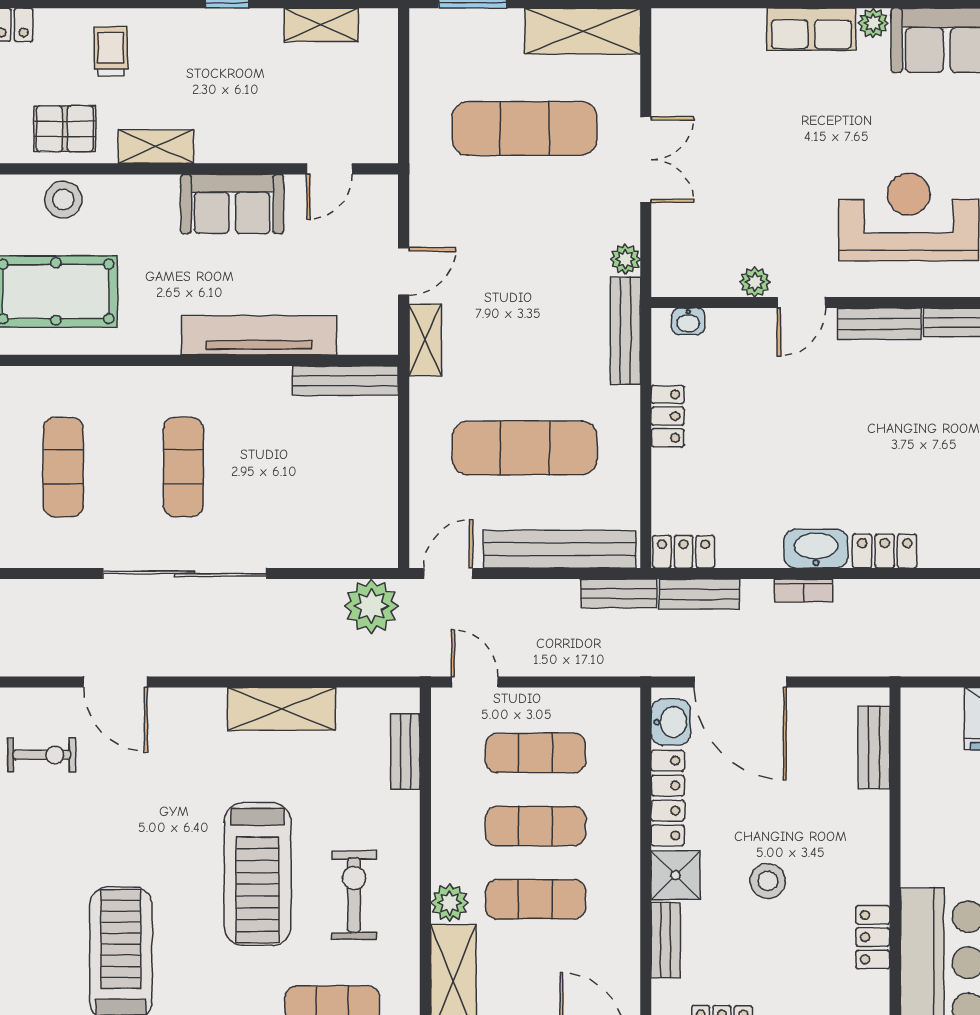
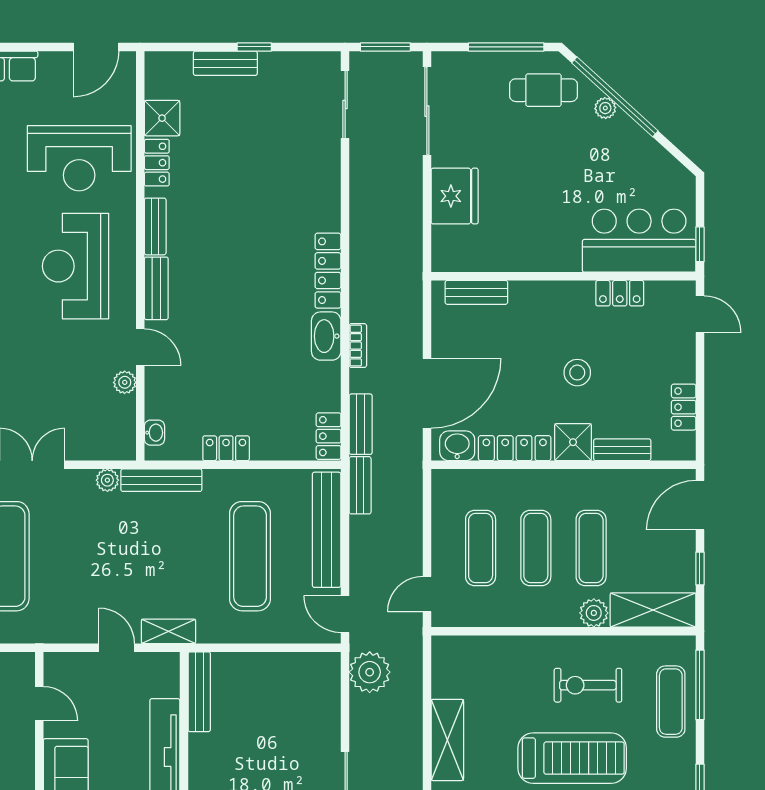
locker: (885, 551) -> (328, 271), width x1.53
bench: (405, 752) -> (480, 646), removed

